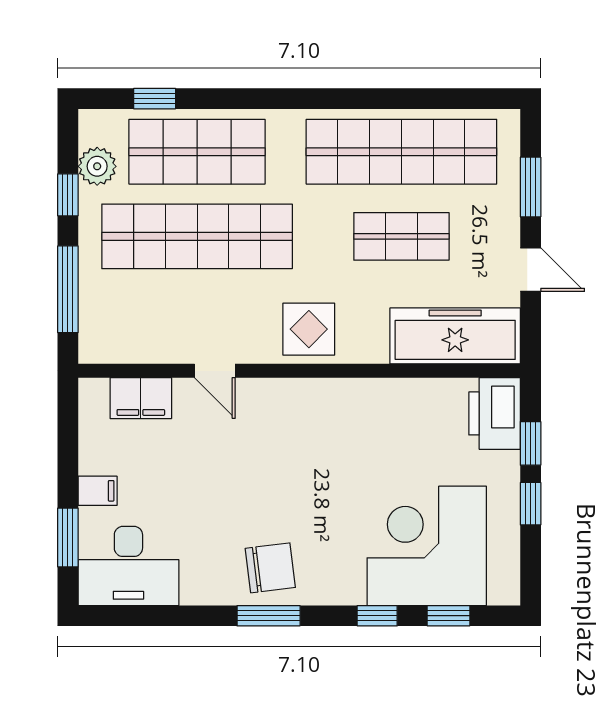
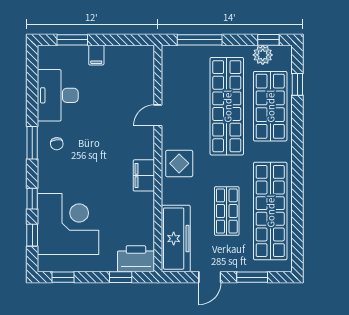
window: (68, 195) -> (268, 40), moved
filing cabinet: (141, 398) -> (144, 175), moved
window: (531, 504) -> (63, 277), moved
desk: (128, 566) -> (58, 95), moved
chair: (270, 568) -> (57, 144), width x0.54, depth x0.54

